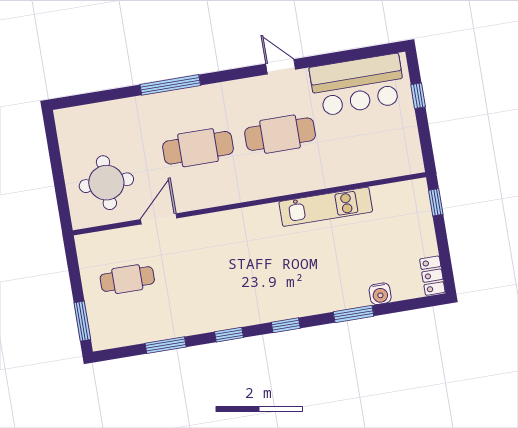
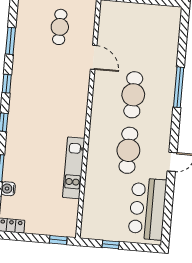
window: (418, 96) -> (111, 245), moved
round table: (106, 183) -> (126, 29), removed

